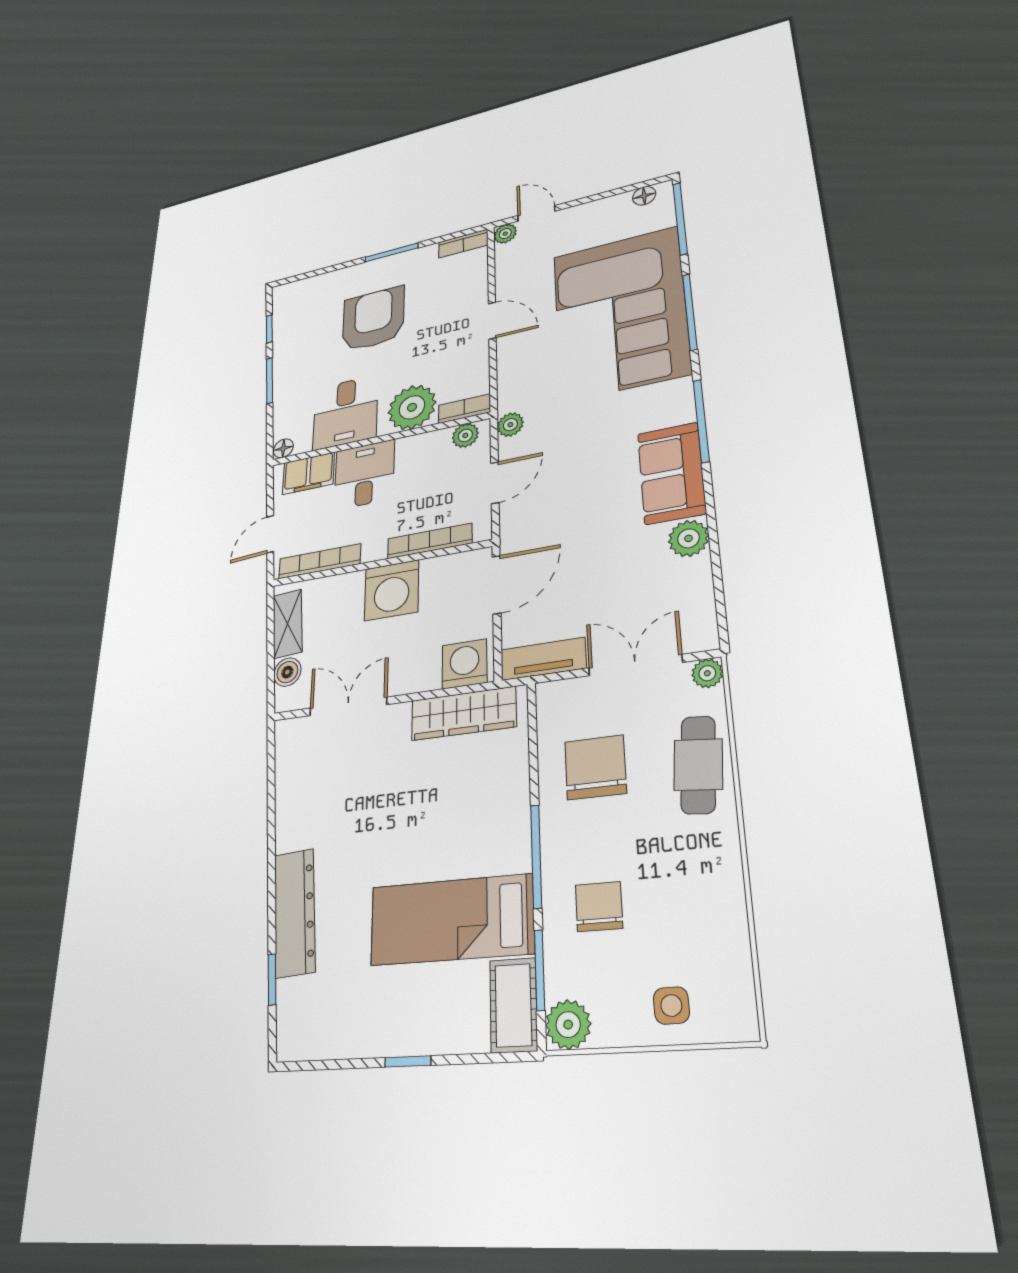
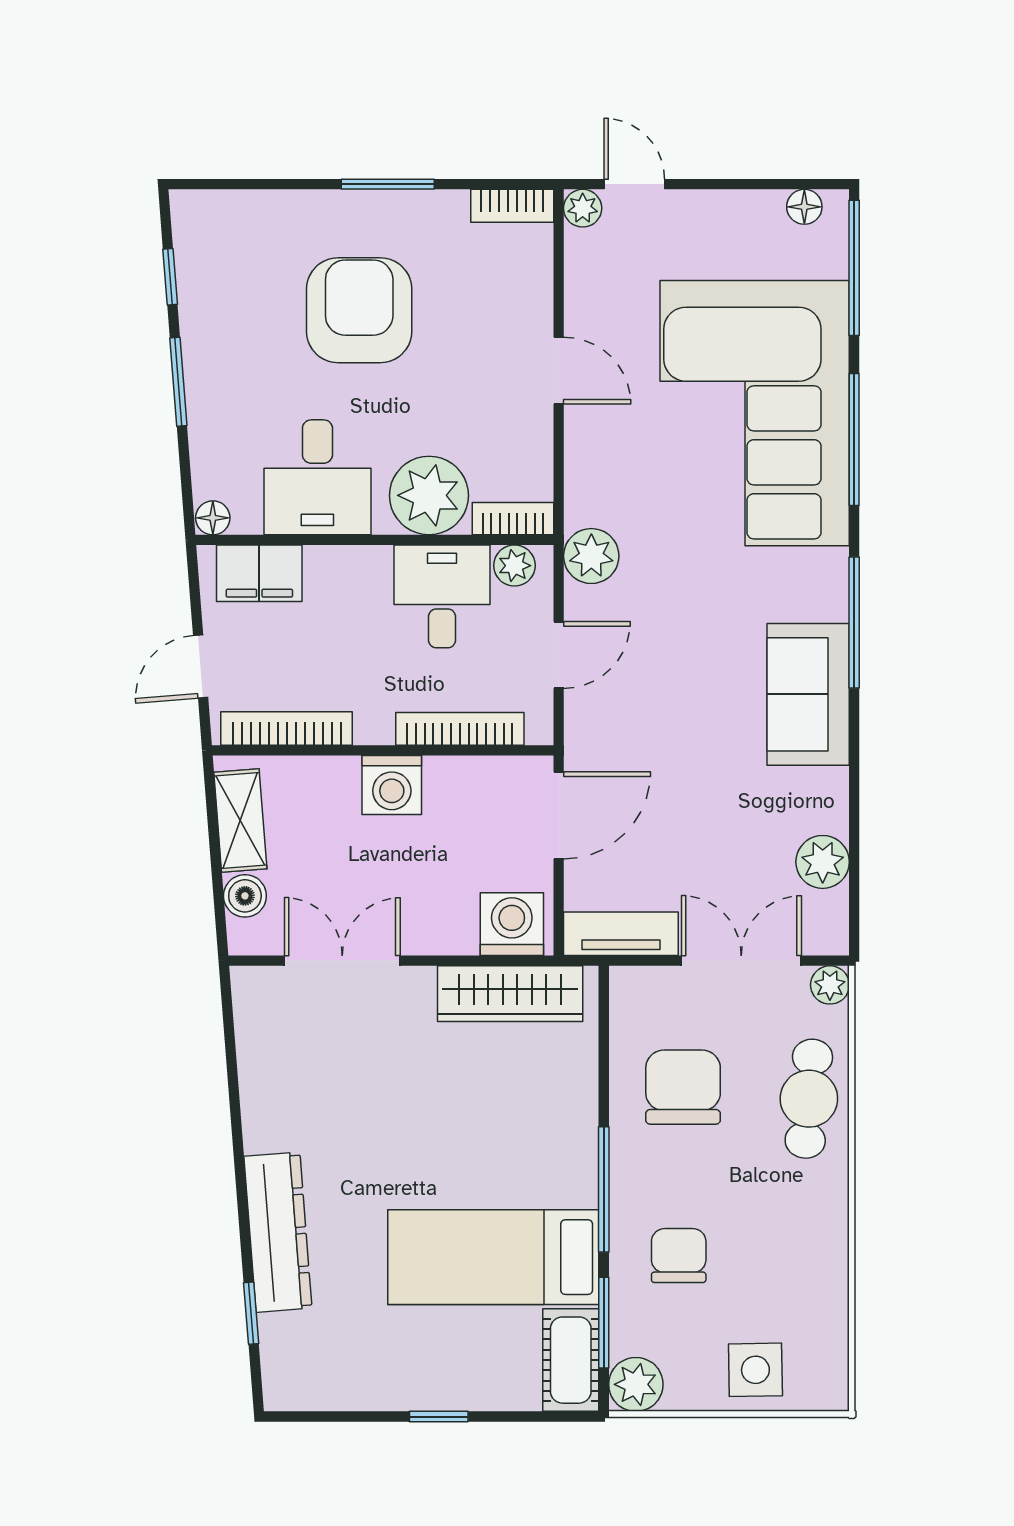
plant: (510, 425) -> (591, 556), width x1.38, depth x1.38
desk: (364, 475) -> (442, 596), moved
plant: (689, 538) -> (823, 862), moved
washing machine: (392, 590) -> (392, 785), width x0.73, depth x0.73
side table: (671, 1006) -> (755, 1370), width x1.37, depth x1.37

